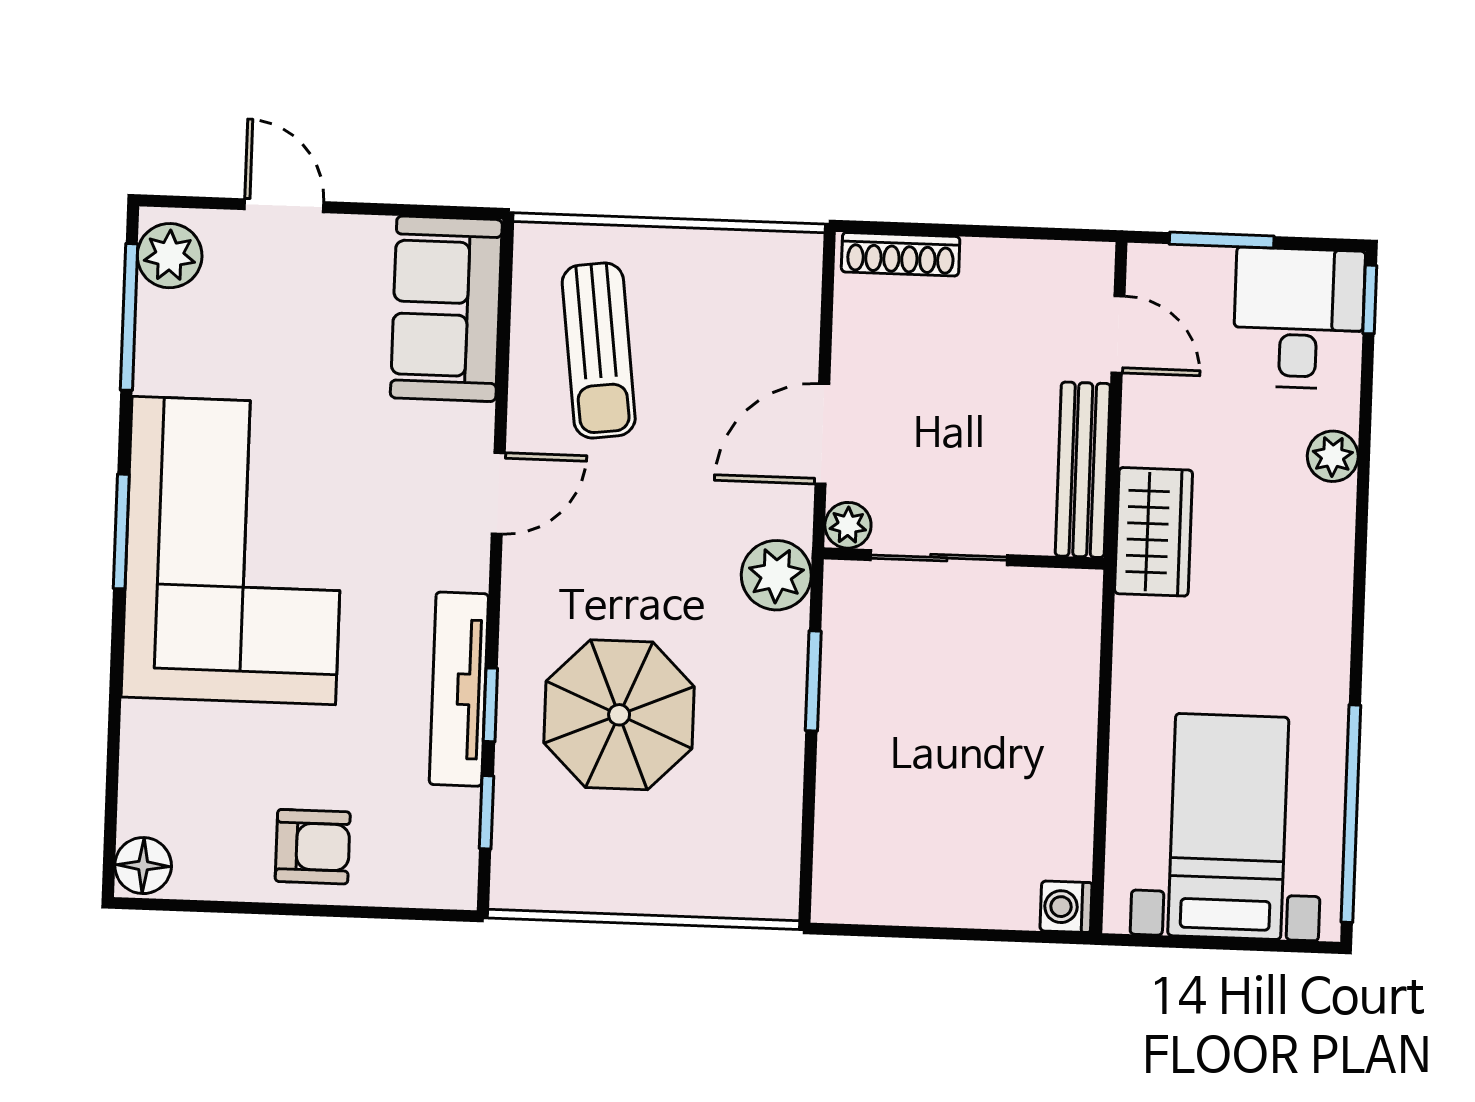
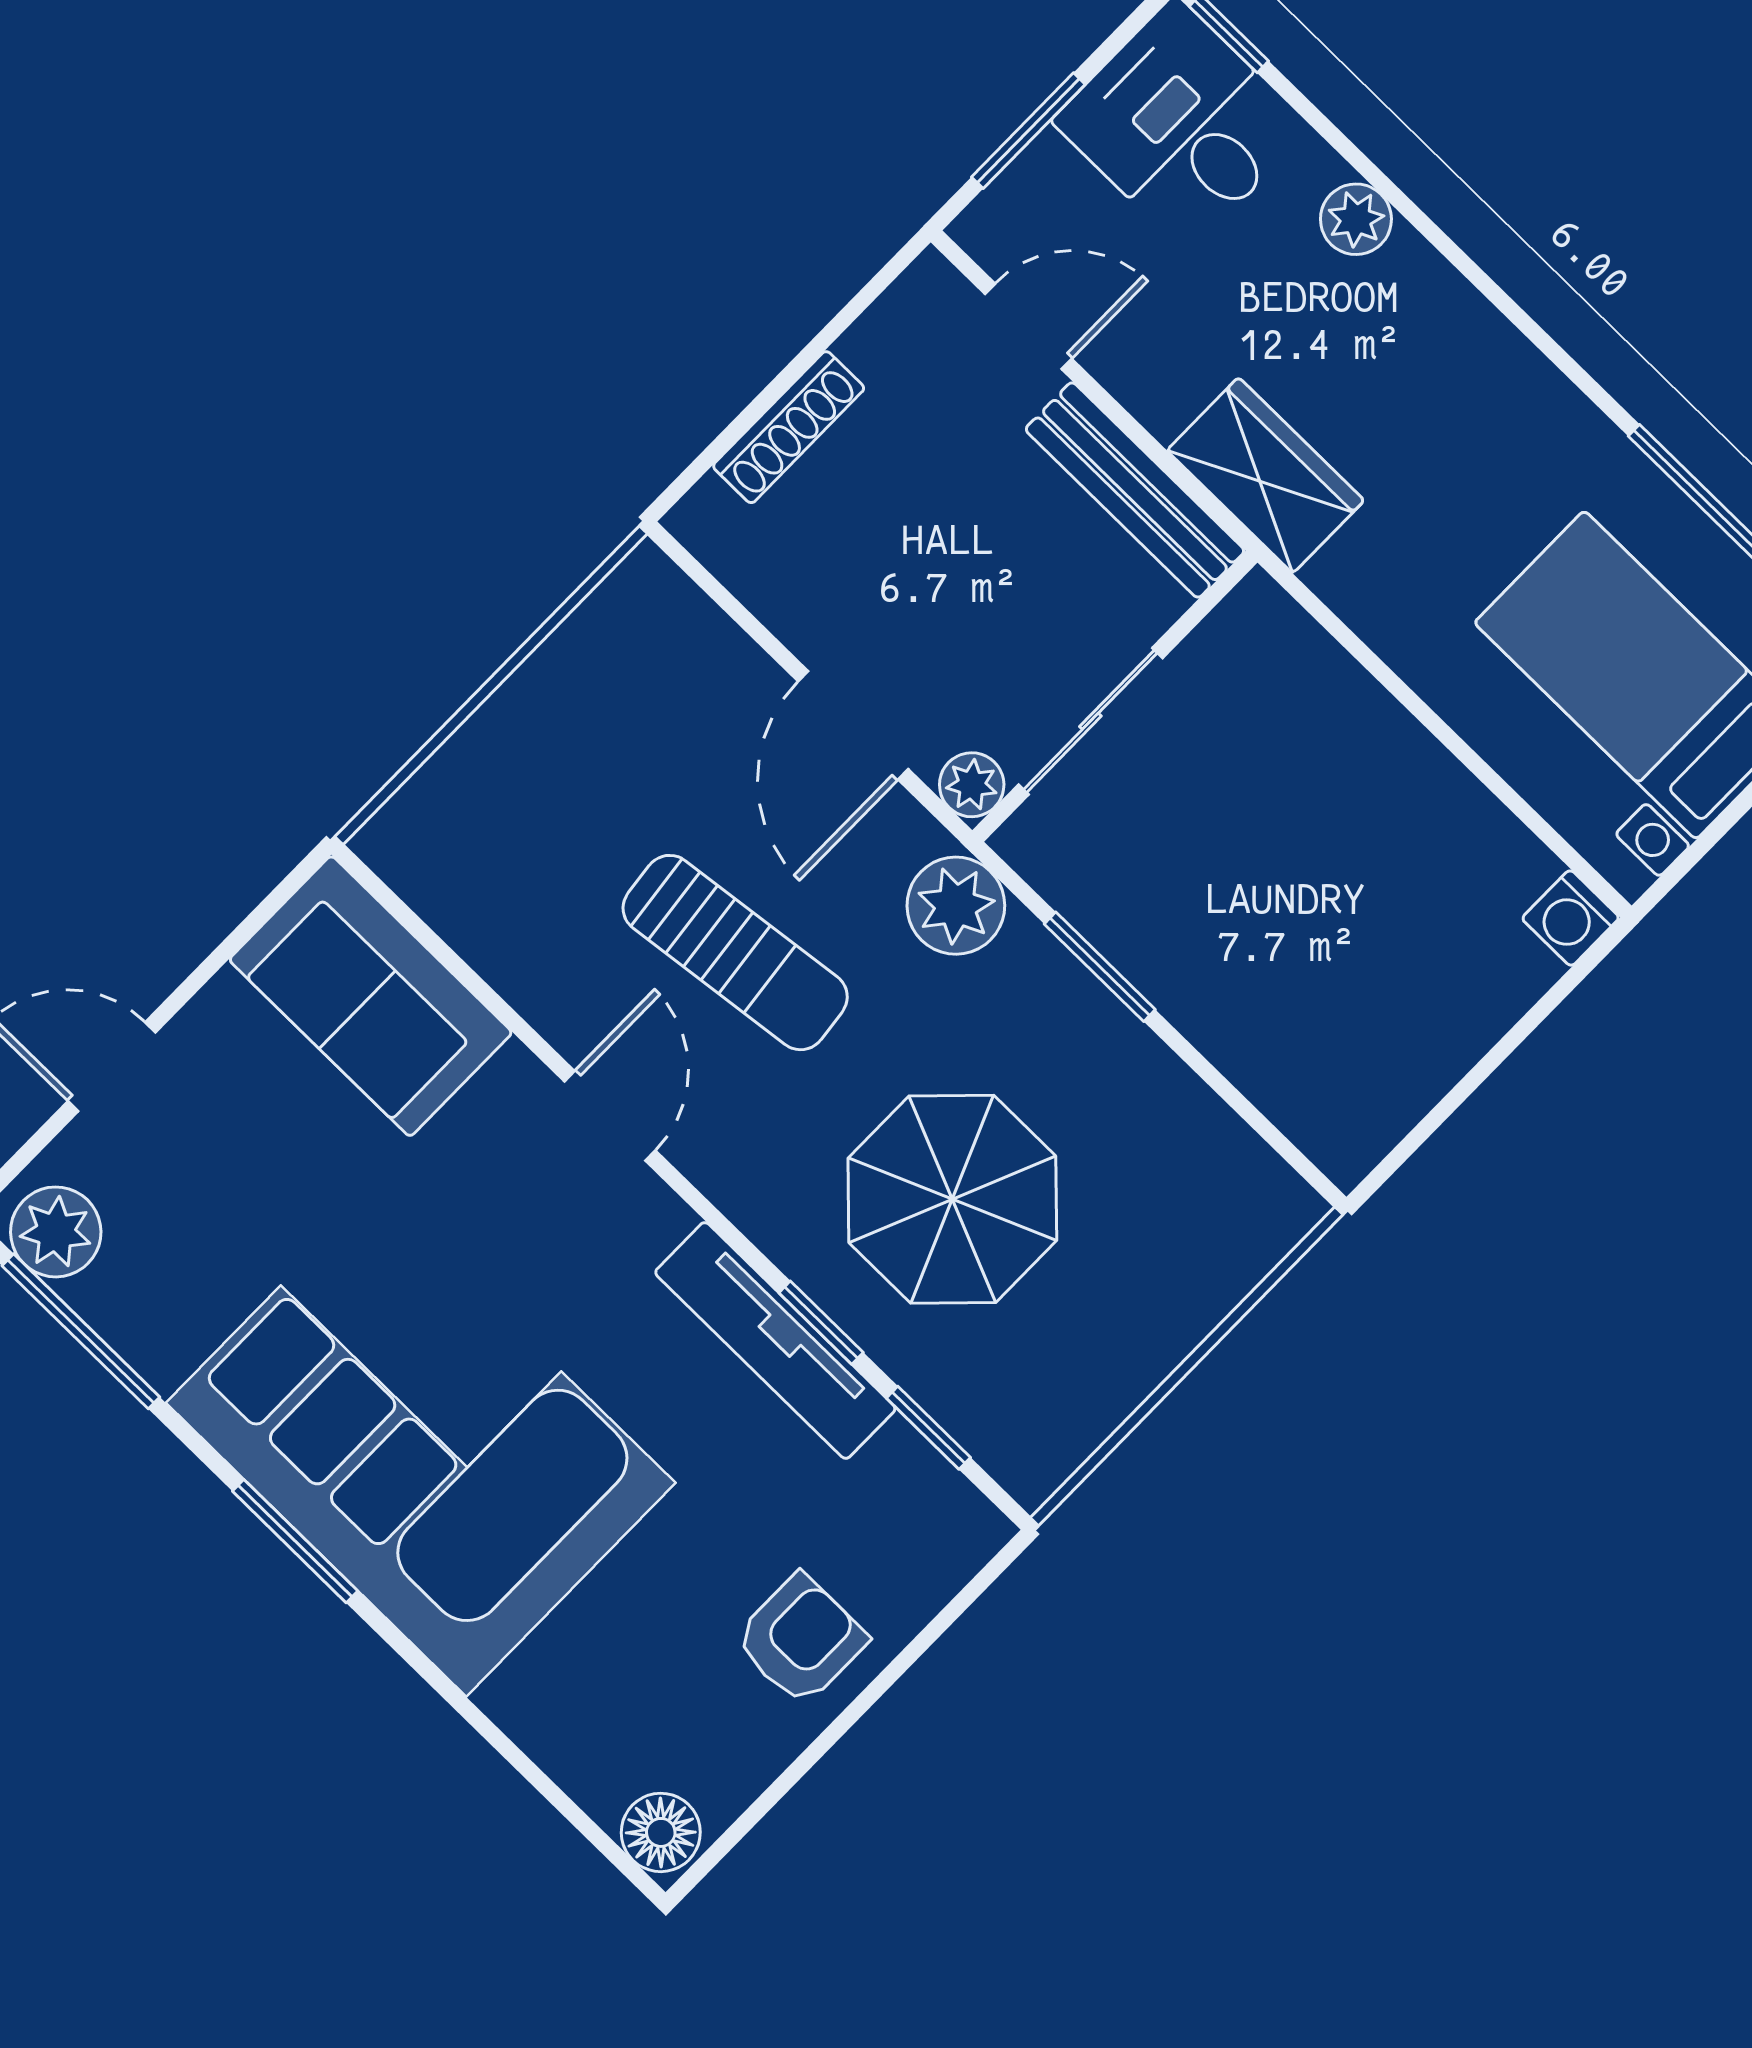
shoe rack: (901, 254) -> (789, 427), moved
sun lounger: (599, 350) -> (735, 953), moved

